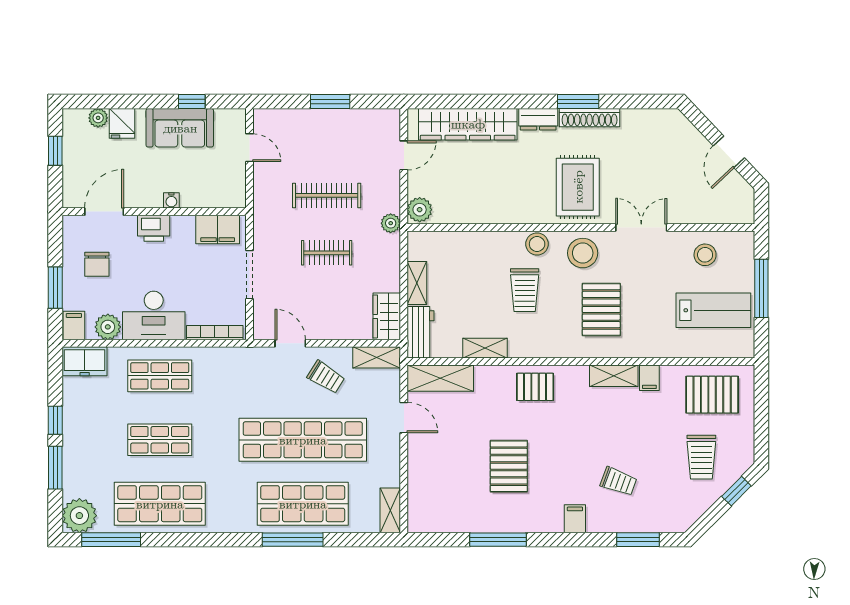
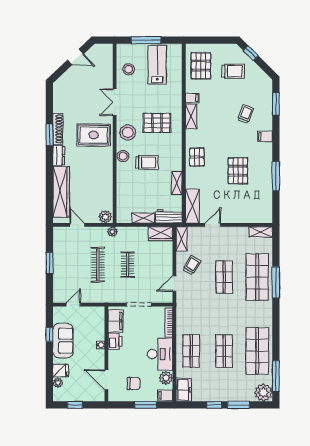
printer: (154, 228) -> (115, 341), moved
shop shelf: (303, 440) -> (224, 277), width x0.50, depth x0.74
pallet: (509, 466) -> (238, 171), turned 90

